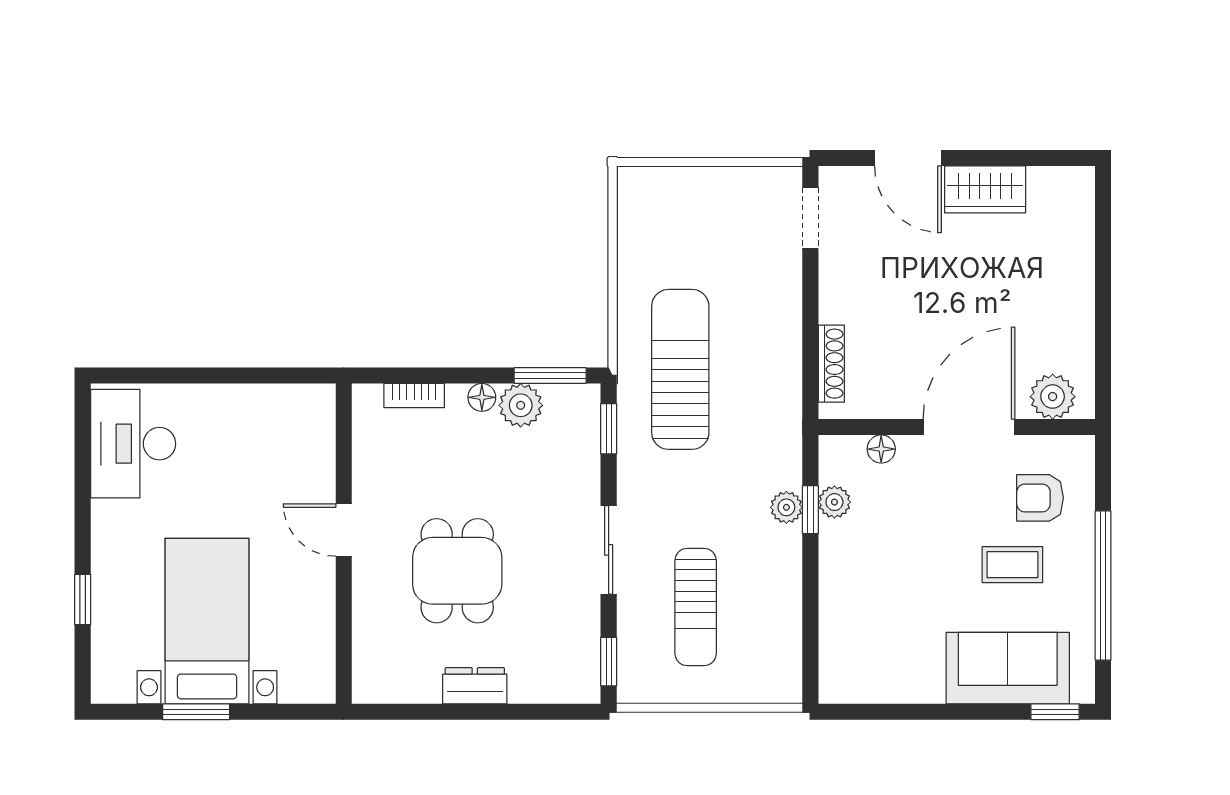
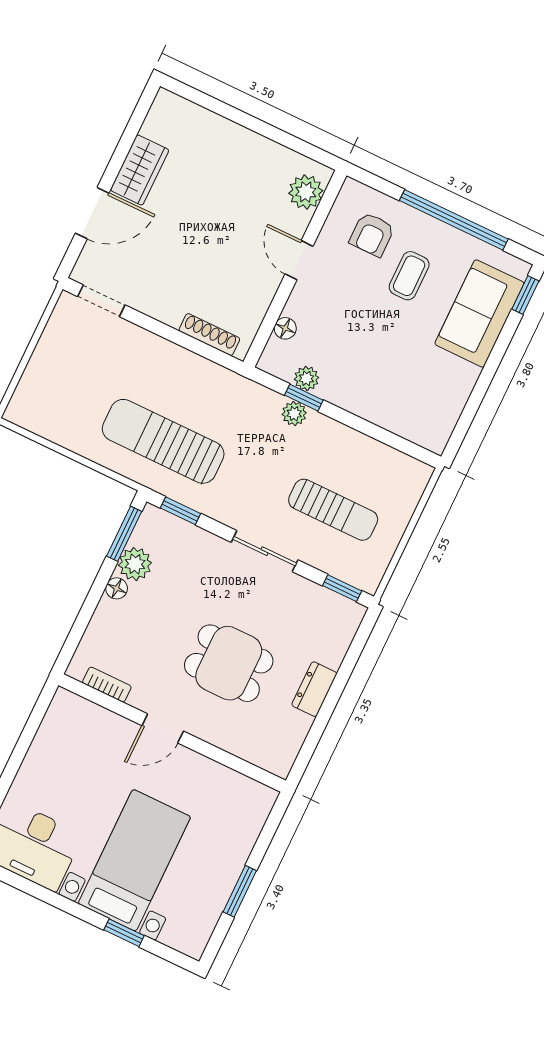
bookcase: (414, 396) -> (107, 685), moved, turned -90
door: (969, 427) -> (299, 260), width x0.53
bed with nightstands: (207, 621) -> (134, 860), moved, turned 90

